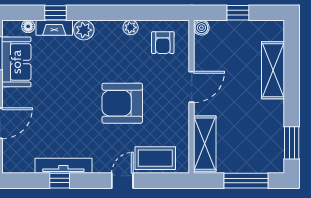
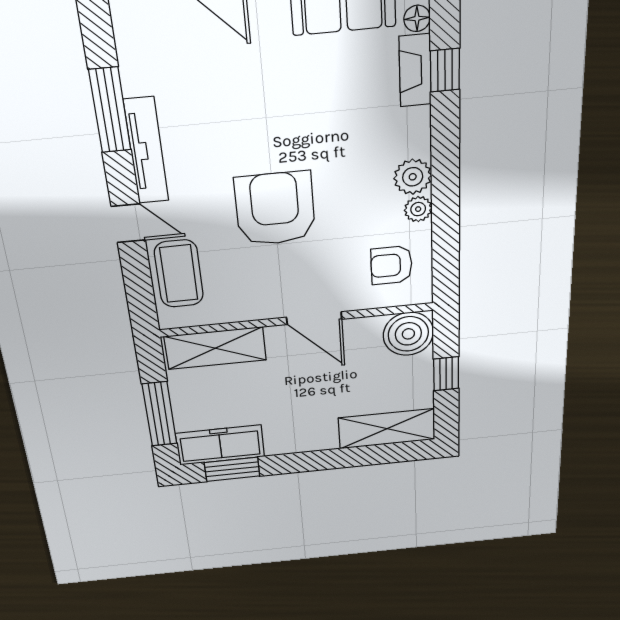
boiler: (201, 28) -> (408, 334), width x1.86, depth x1.86
plant: (84, 30) -> (413, 177), moved
shelving: (273, 70) -> (387, 429), moved
freezer: (273, 148) -> (220, 445), added
tv unit: (63, 166) -> (146, 151), moved
window: (60, 181) -> (110, 110), width x2.17

